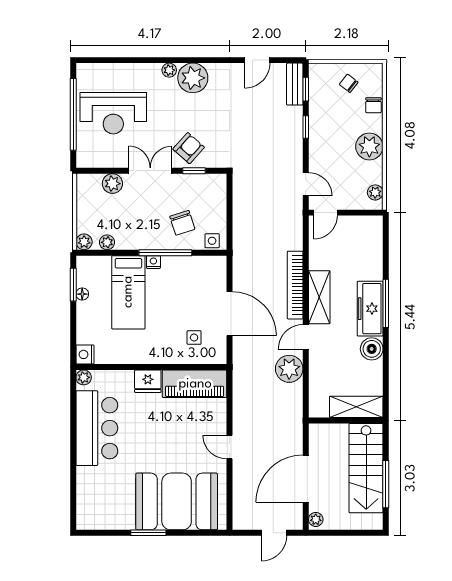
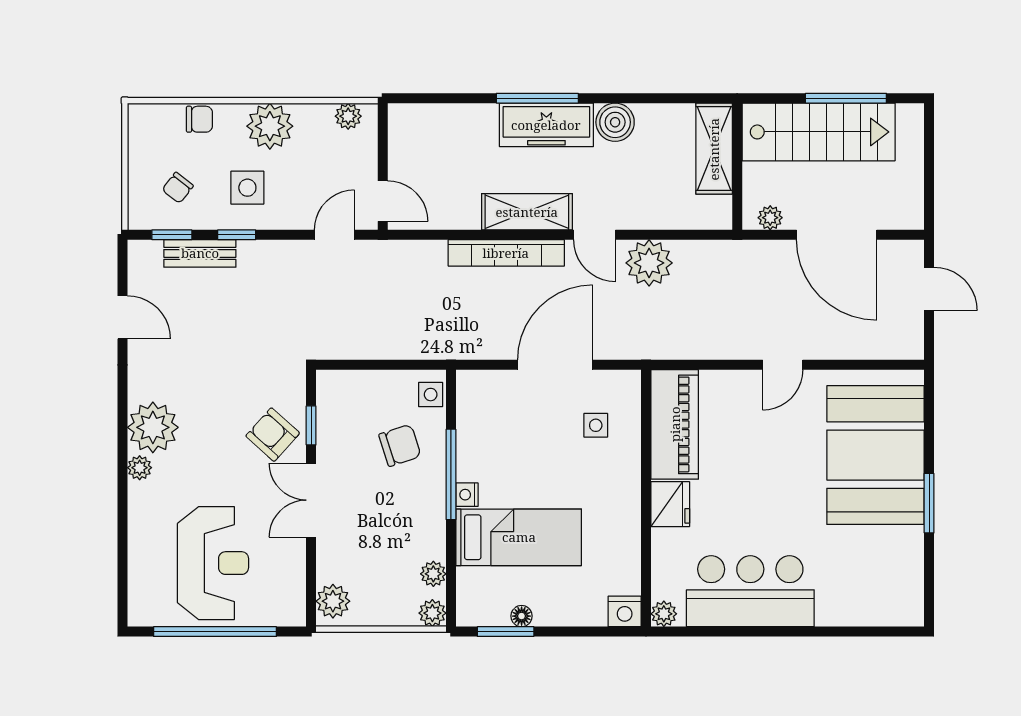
chair: (349, 83) -> (178, 188), moved
bench: (295, 84) -> (200, 253), moved
side table: (333, 133) -> (247, 188), added
plant: (112, 184) -> (333, 601), moved
plant: (316, 519) -> (770, 218), moved

